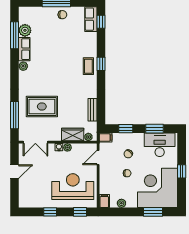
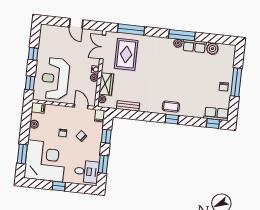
window: (14, 35) -> (182, 35), moved
rug: (42, 106) -> (126, 54), moved
desk: (160, 145) -> (86, 172), width x0.73
reception desk: (73, 187) -> (55, 79), turned 180

